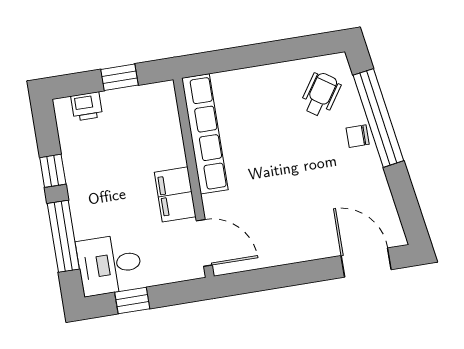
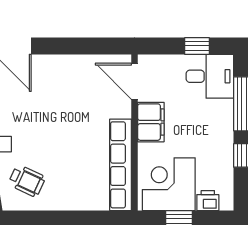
wheelchair: (321, 94) -> (27, 181), turned -99
corner desk: (140, 119) -> (169, 184), added

